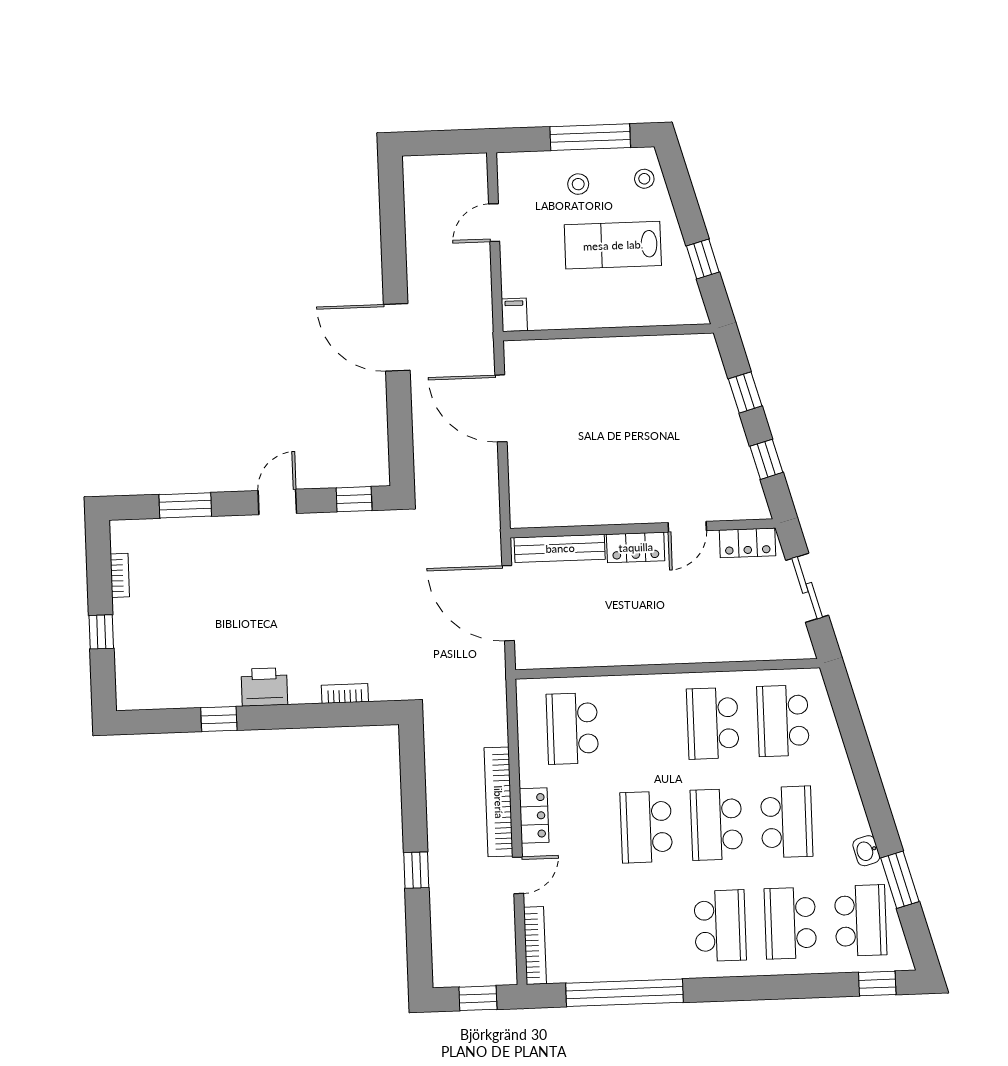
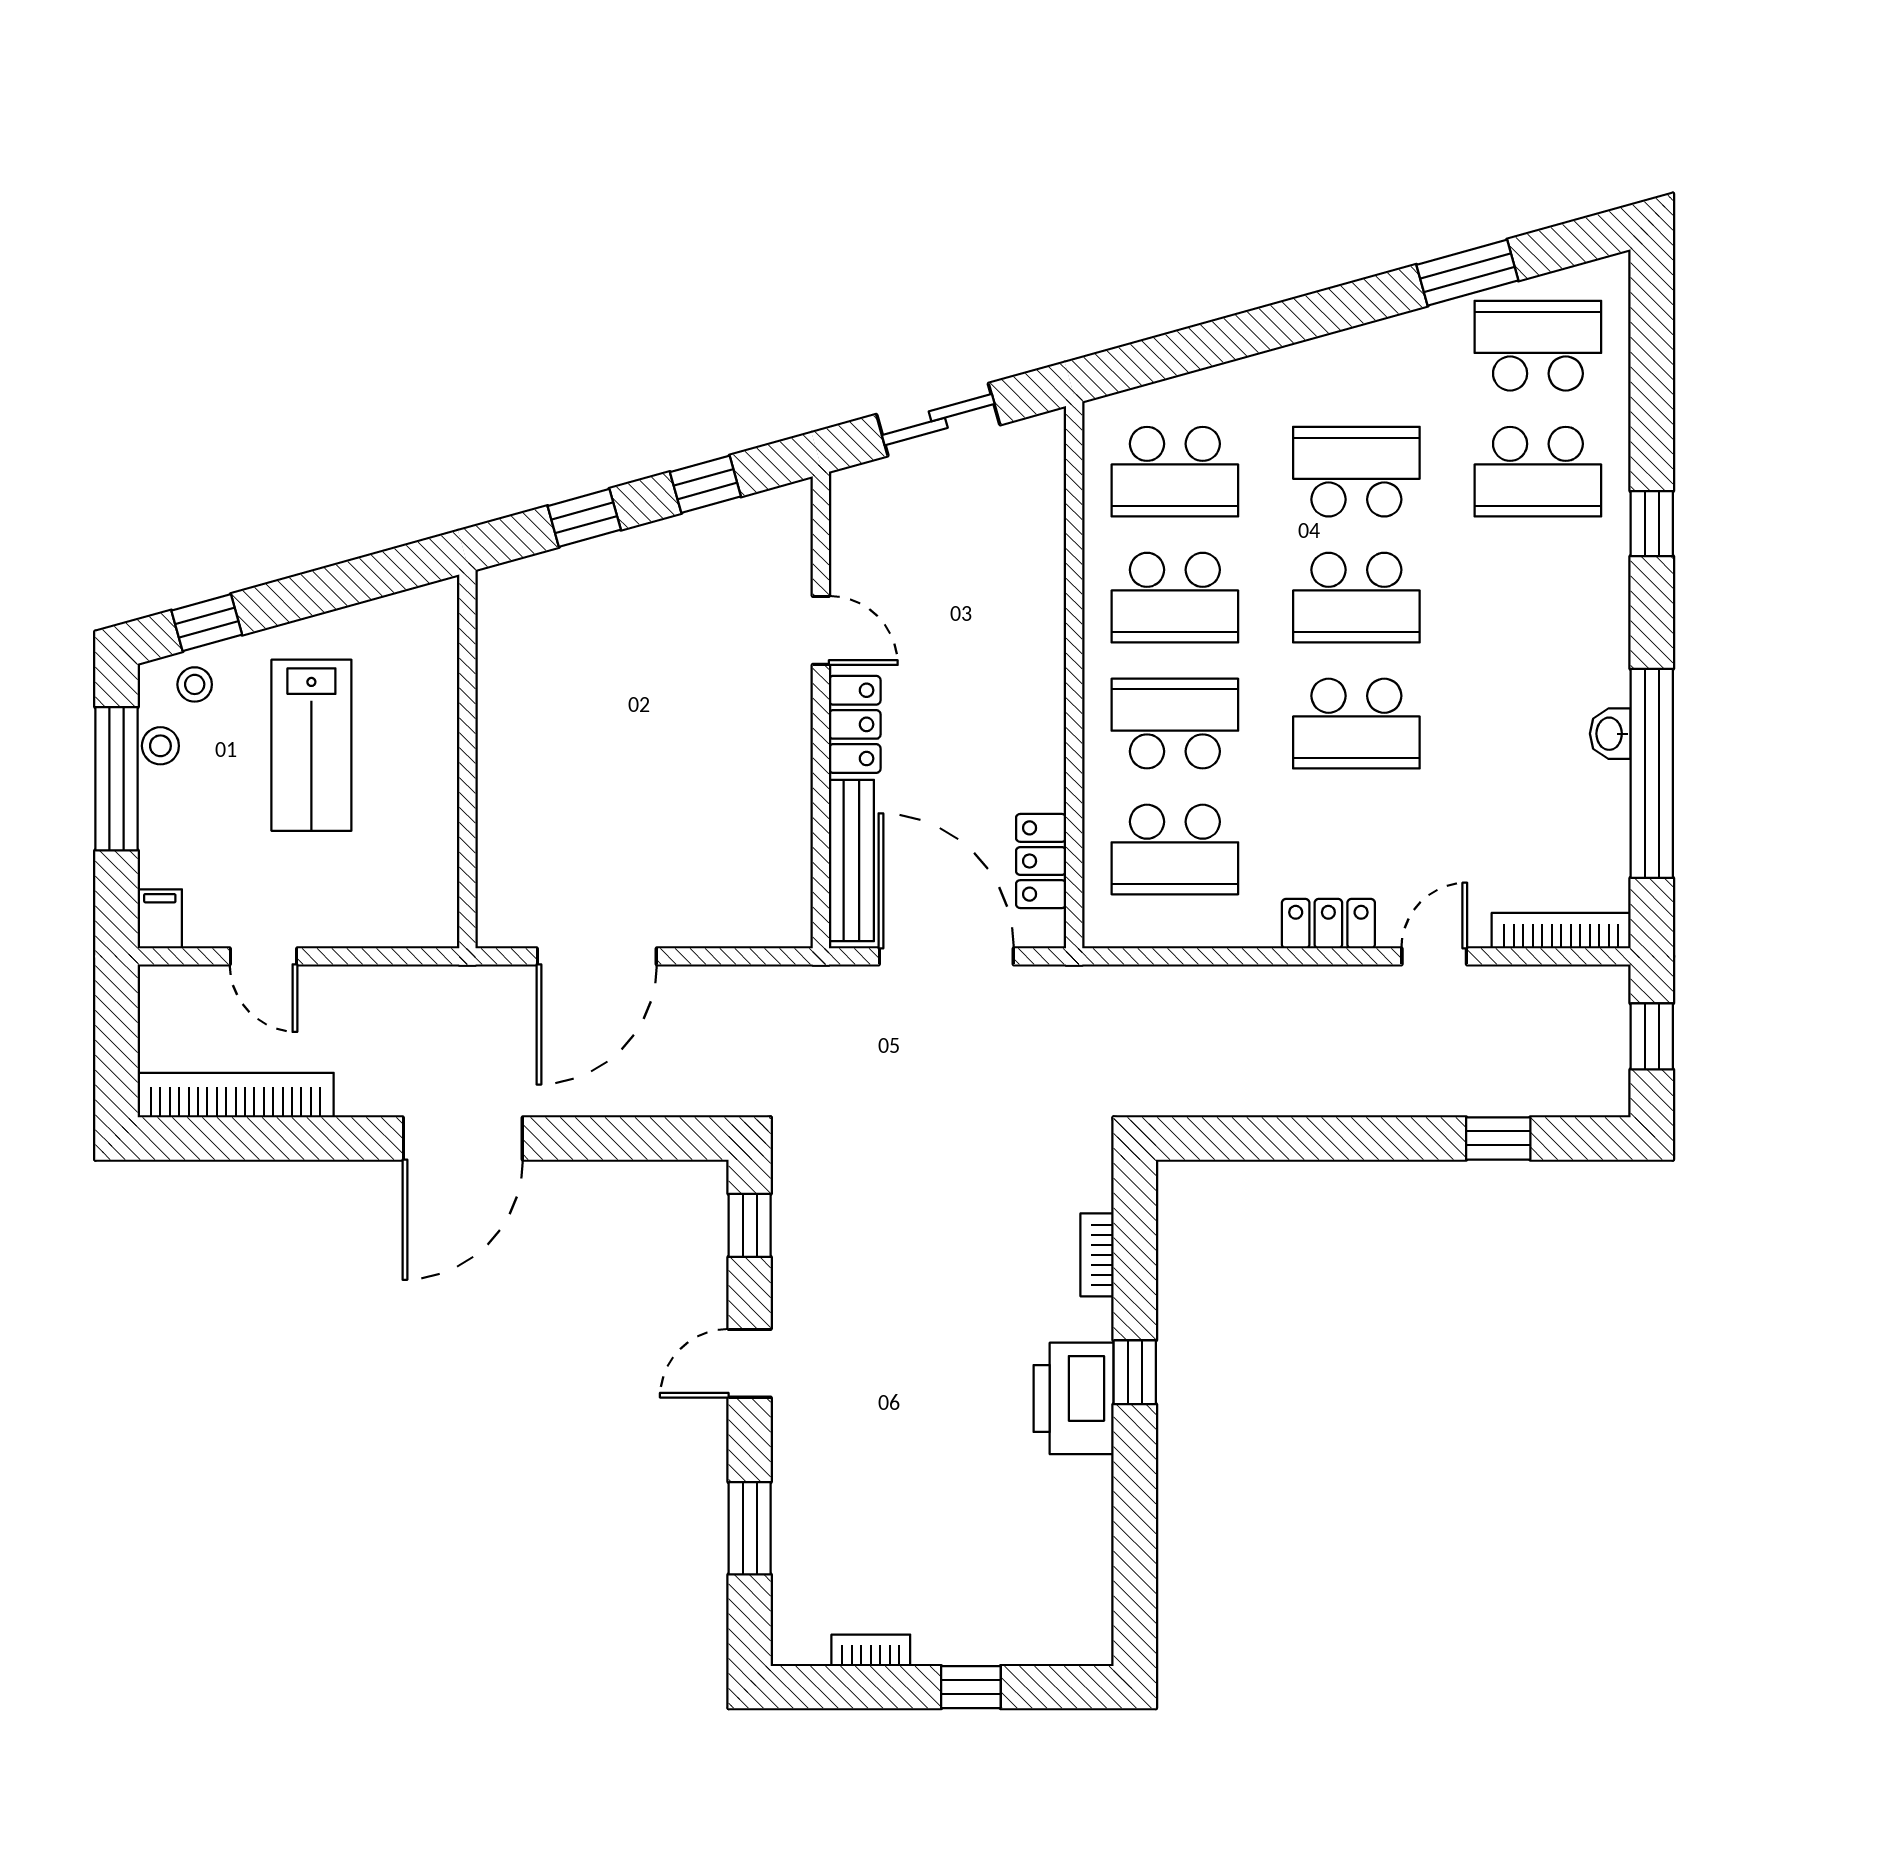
stool: (578, 184) -> (160, 746), moved
window: (703, 259) -> (207, 623), moved
filing cabinet: (514, 315) -> (160, 919), moved, turned 90
door: (277, 502) -> (750, 1363), hinge flipped
locker: (748, 543) -> (1041, 861), moved, turned 180
door: (508, 603) -> (946, 956), swing flipped
printer: (264, 687) -> (1074, 1398), width x1.37, depth x1.19
window: (219, 719) -> (1135, 1372), moved
bookcase: (499, 802) -> (236, 1095), moved, turned 180
washbasin: (866, 851) -> (1610, 734), moved, turned 106
window: (416, 870) -> (1498, 1138), moved
door: (518, 875) -> (1434, 956), hinge flipped
school desk: (720, 926) -> (1175, 724), moved
window: (877, 984) -> (1652, 524), moved

